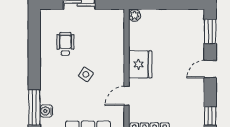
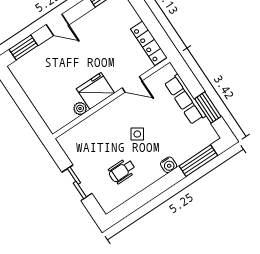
plant: (135, 15) -> (80, 109), moved
water cooler: (46, 111) -> (169, 165), moved

